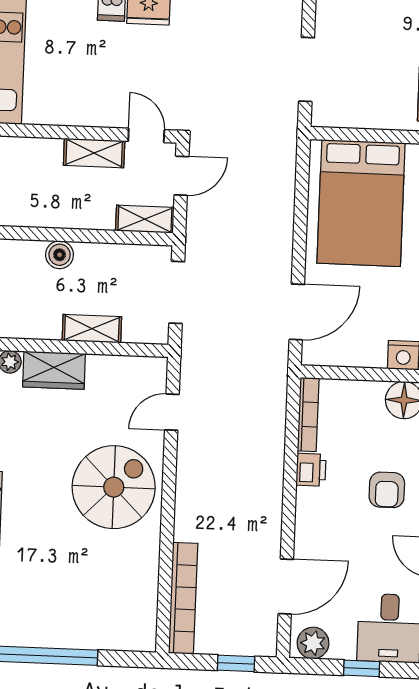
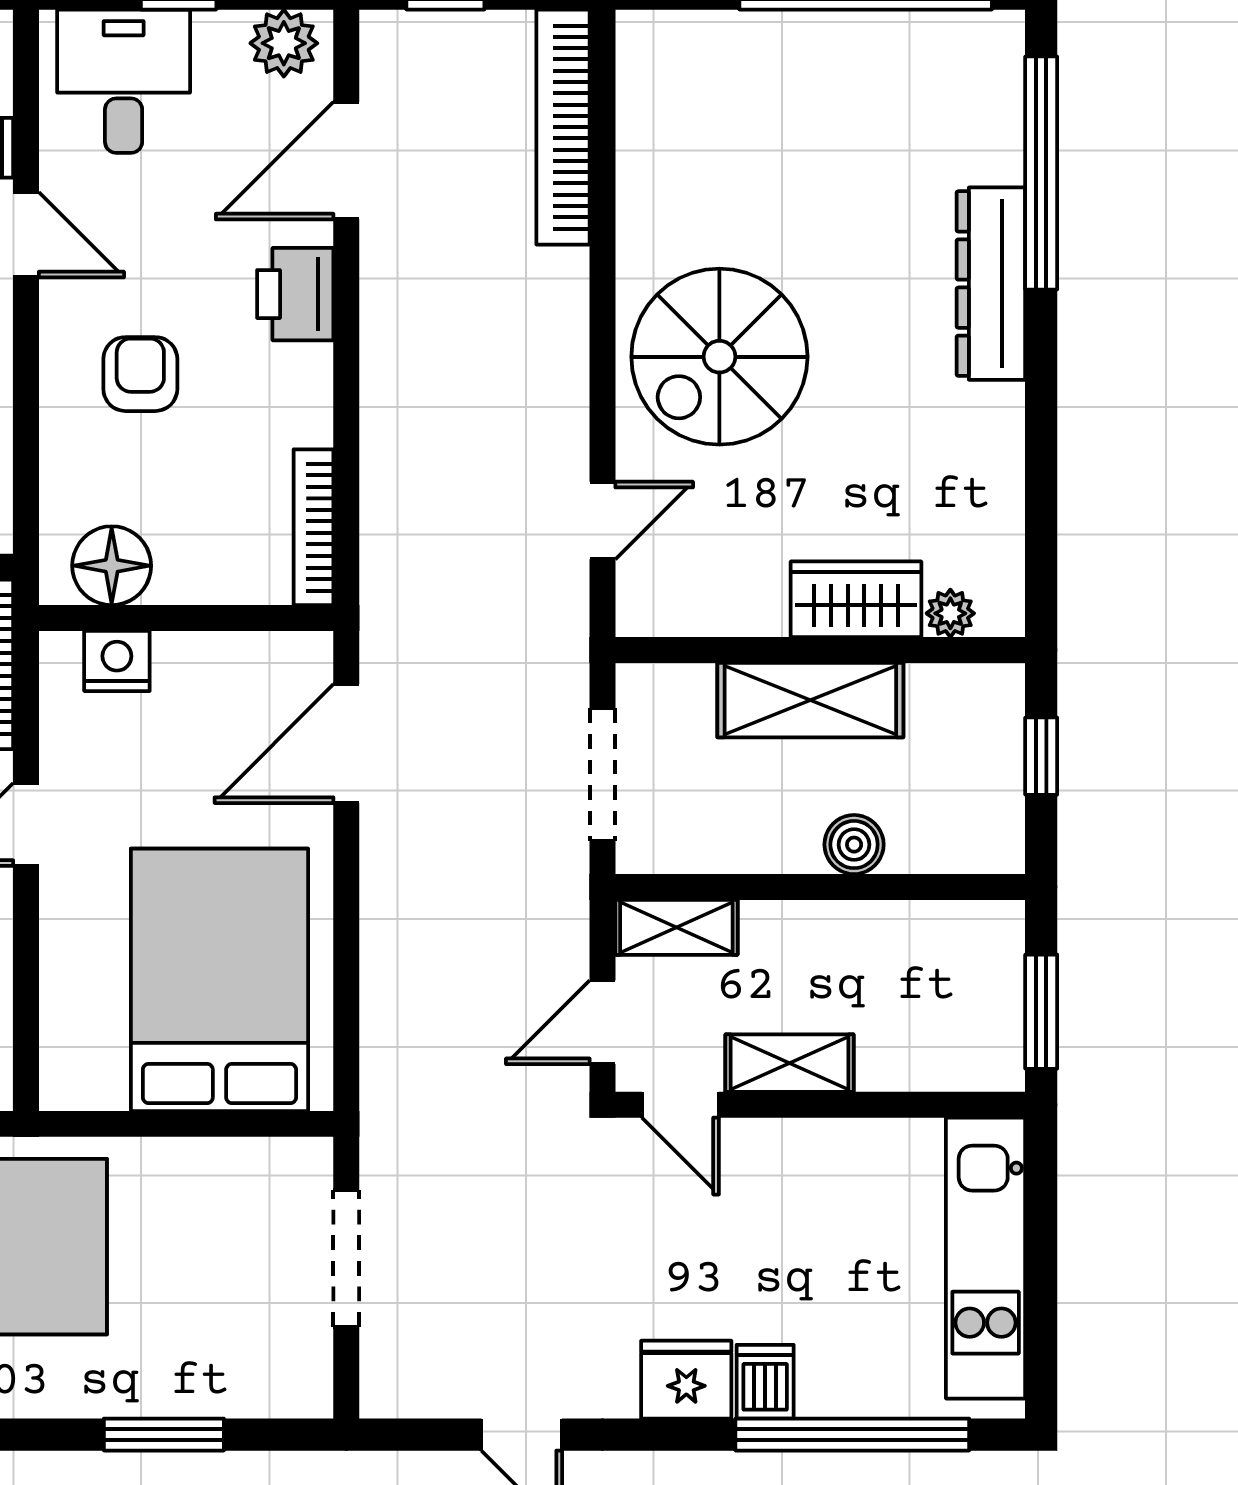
shelving: (92, 329) -> (810, 700), width x1.50, depth x1.33
printer: (311, 470) -> (295, 294), moved, width x1.36, depth x1.24

